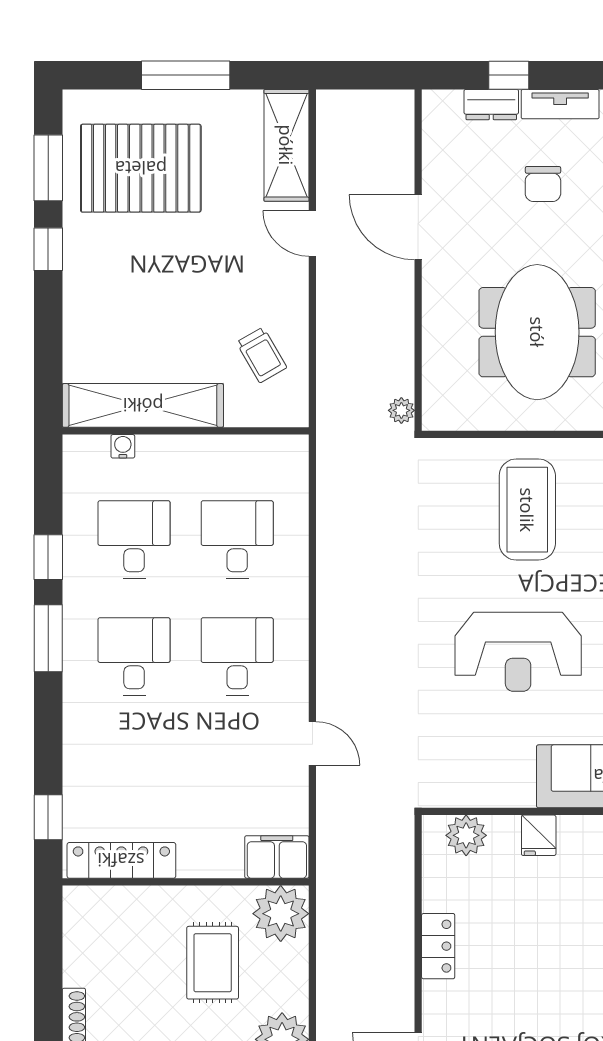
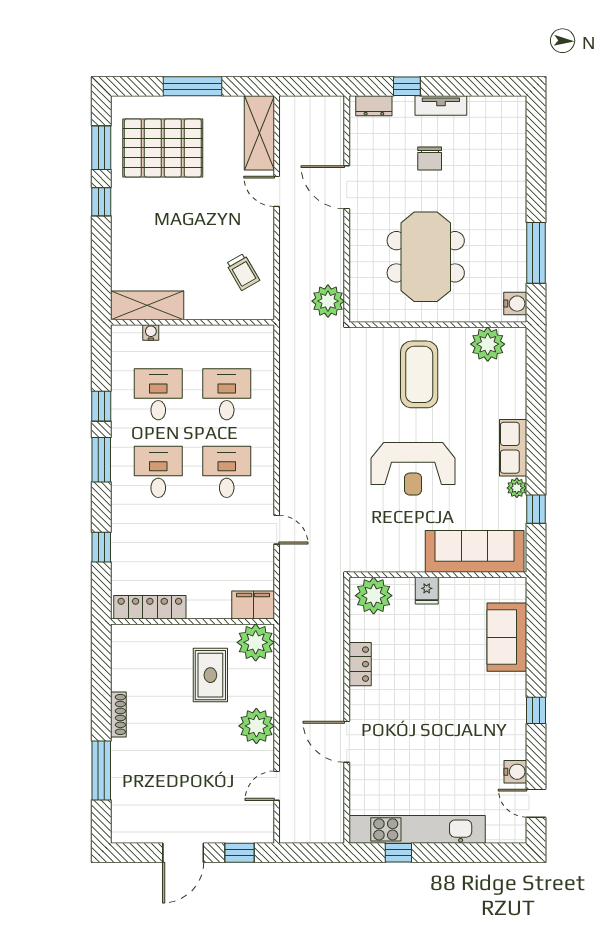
dresser: (491, 105) -> (374, 106), moved
shelving: (143, 405) -> (147, 305), width x0.68
plant: (401, 410) -> (328, 301), width x1.88, depth x1.88
window: (48, 817) -> (101, 547), moved
plant: (466, 835) -> (374, 596), width x1.36, depth x1.36

